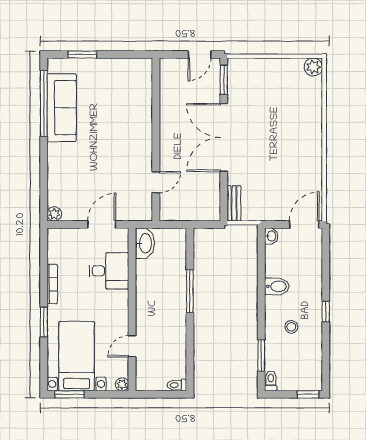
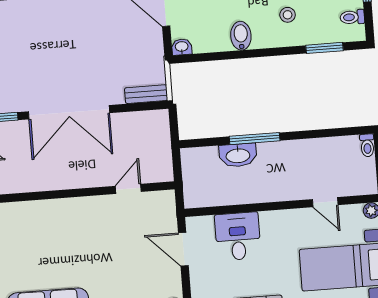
door: (156, 182) -> (128, 189), hinge flipped
washbasin: (145, 243) -> (238, 155), moved, turned 180
toilet: (271, 381) -> (352, 17), moved

